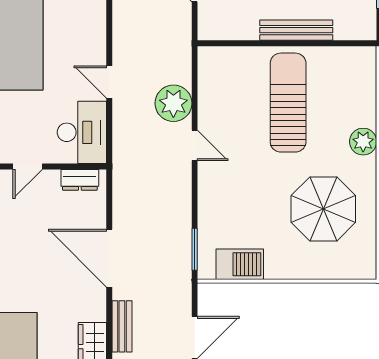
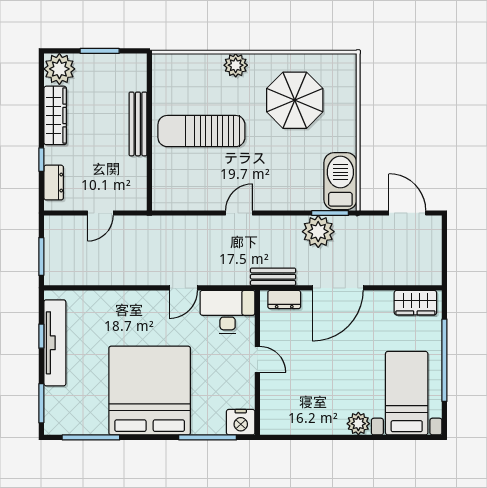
plant: (173, 103) -> (318, 232), moved
dresser: (80, 180) -> (284, 300), moved, turned 90
barbecue: (240, 264) -> (340, 181), width x1.37, depth x1.21
bench: (122, 326) -> (273, 277), moved

